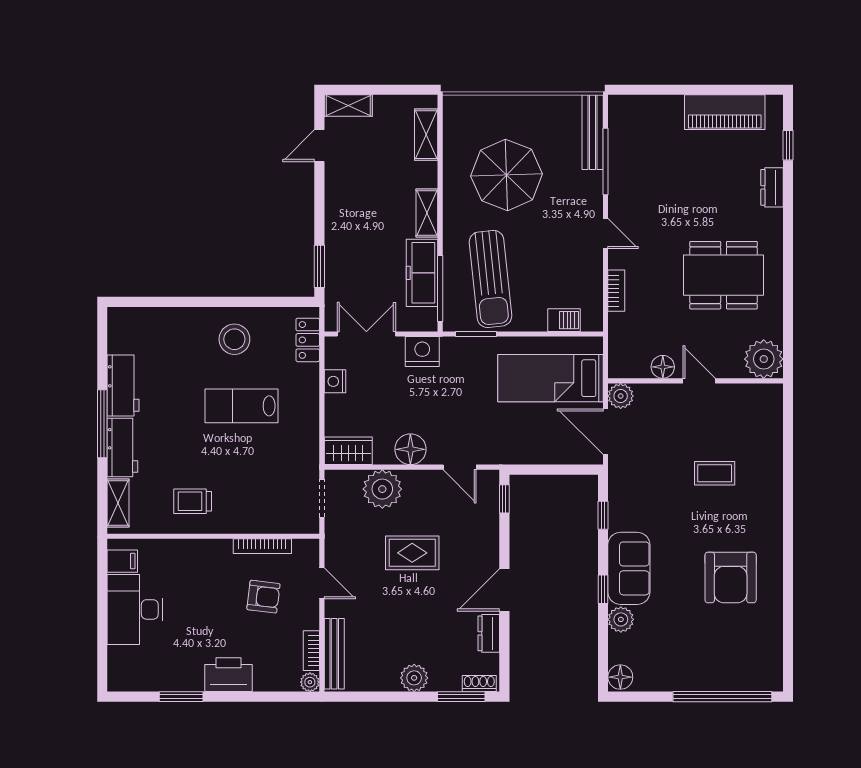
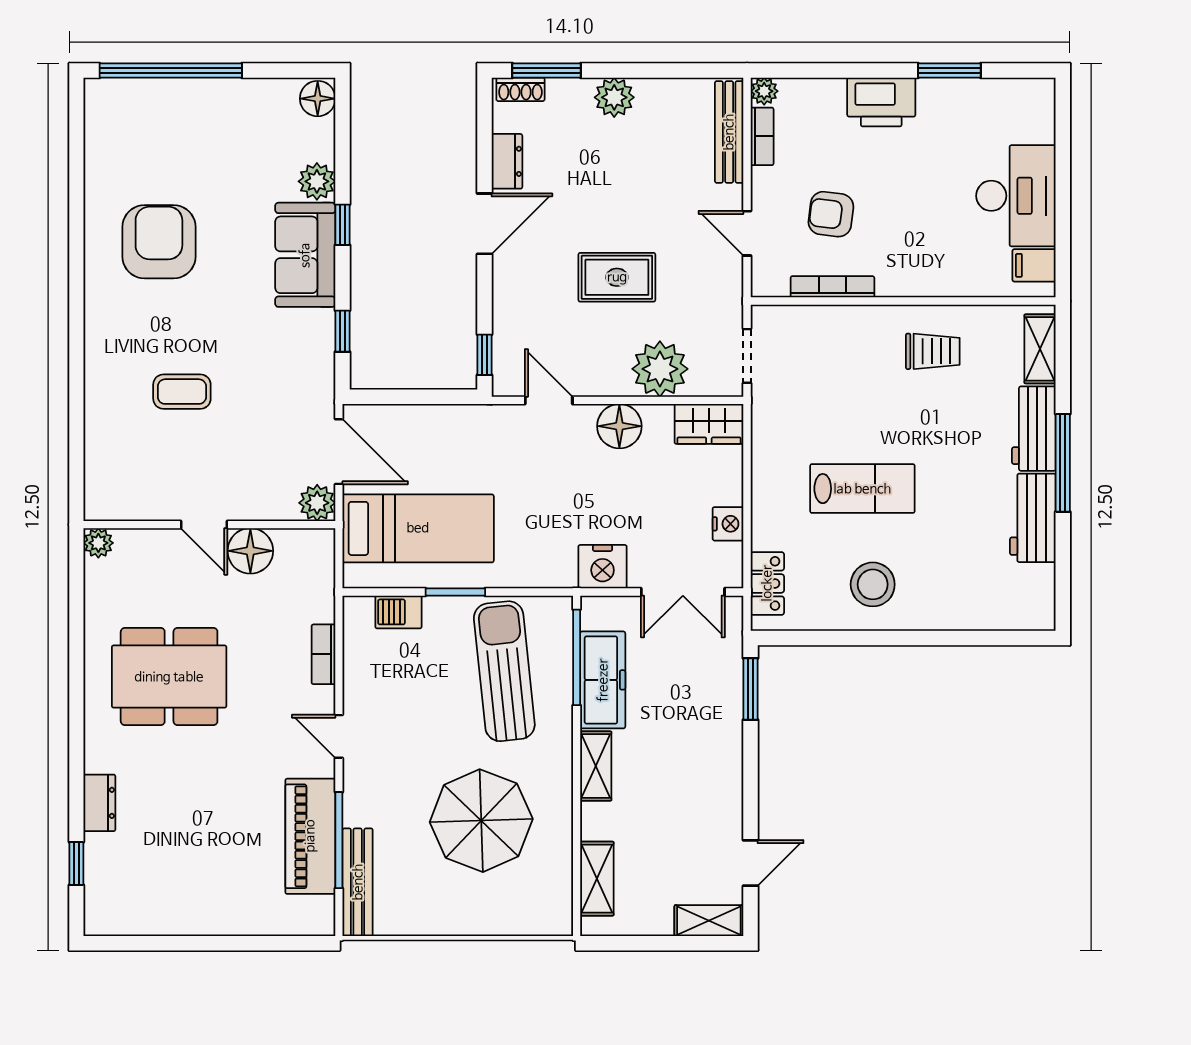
piano: (725, 112) -> (310, 836), moved, turned -90
window: (476, 334) -> (455, 592), moved
plant: (764, 359) -> (98, 543), width x0.53, depth x0.53
floor lamp: (663, 367) -> (250, 551), width x1.38, depth x1.38

